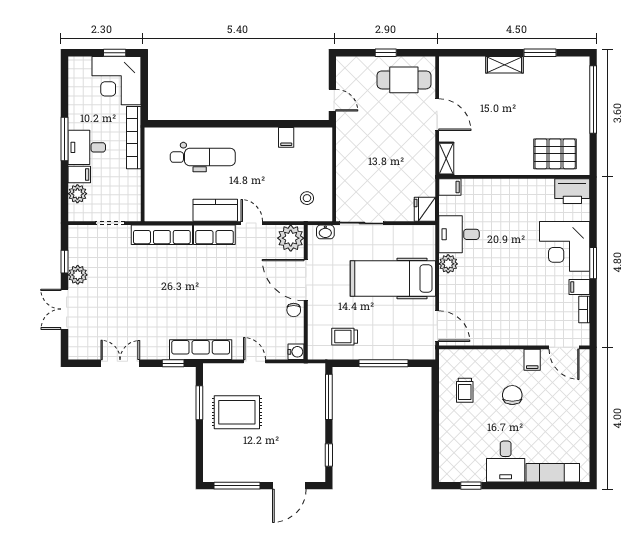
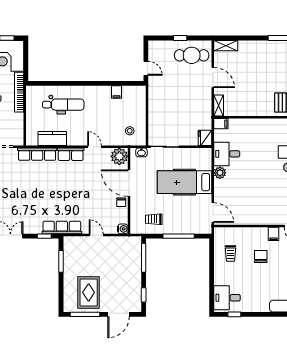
shelving: (505, 65) -> (226, 46), moved
kitchen counter: (215, 210) -> (52, 139), moved
rug: (237, 412) -> (89, 292), moved, turned 90
desk: (506, 462) -> (227, 298), moved, turned 90

